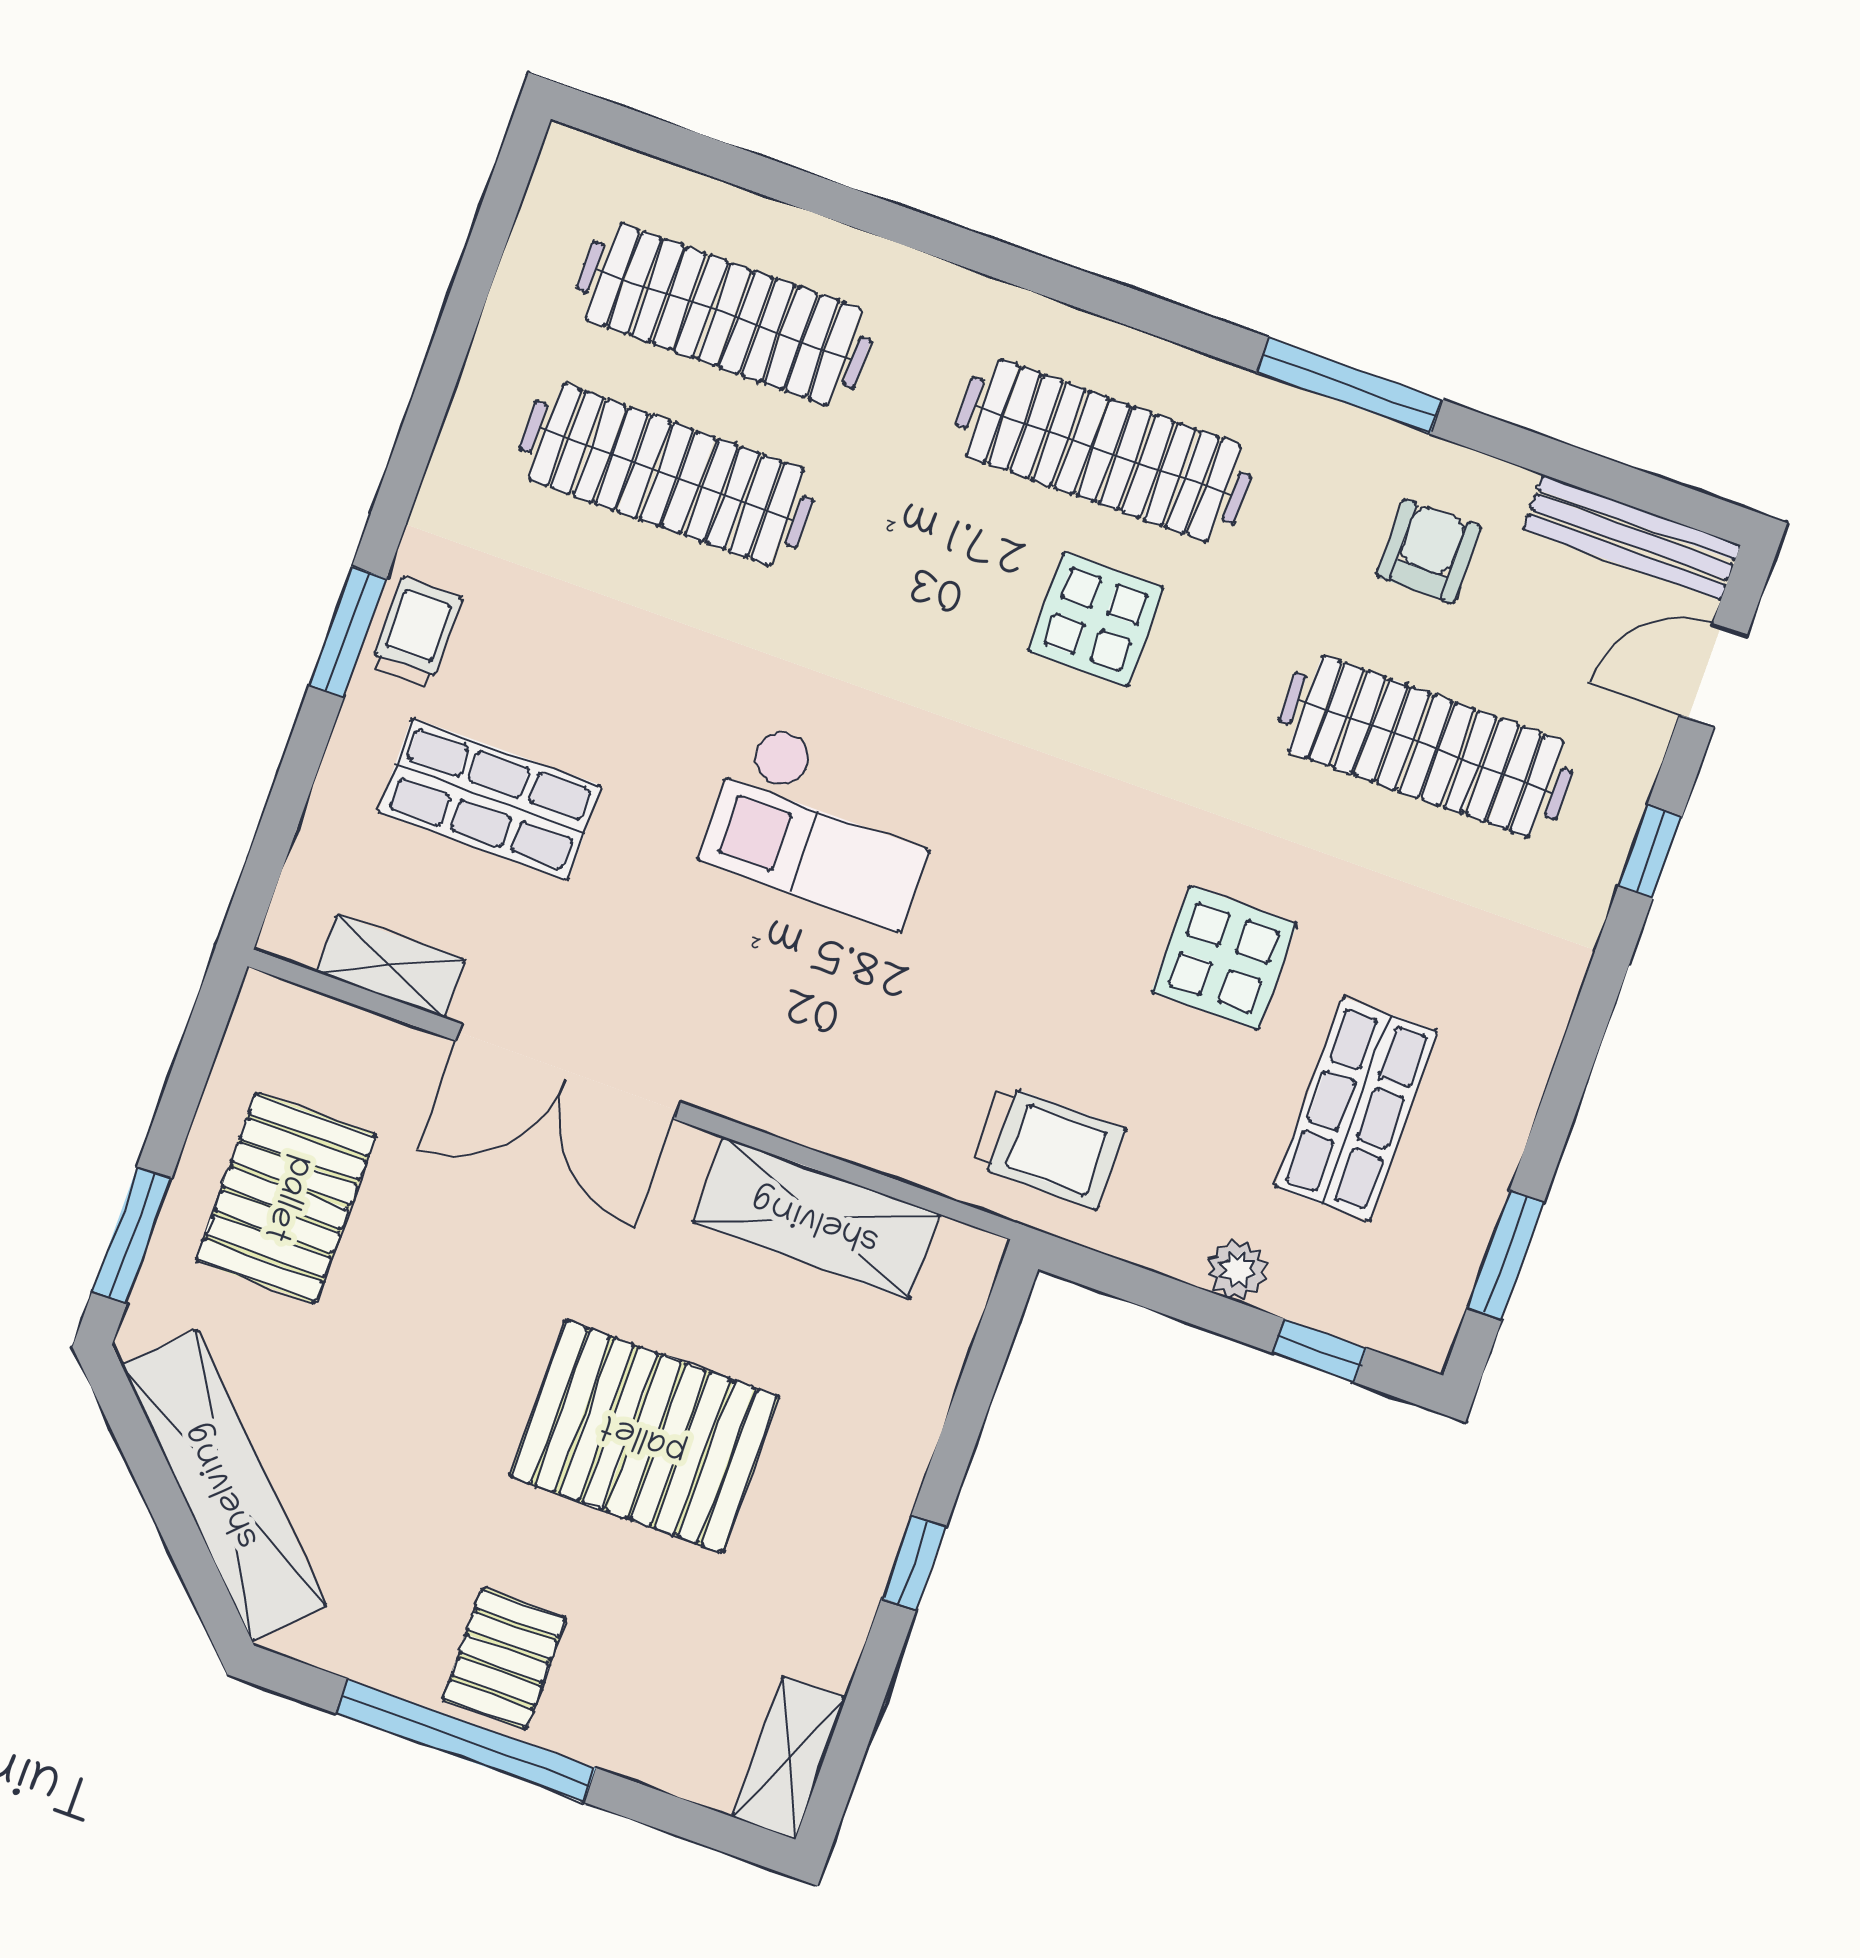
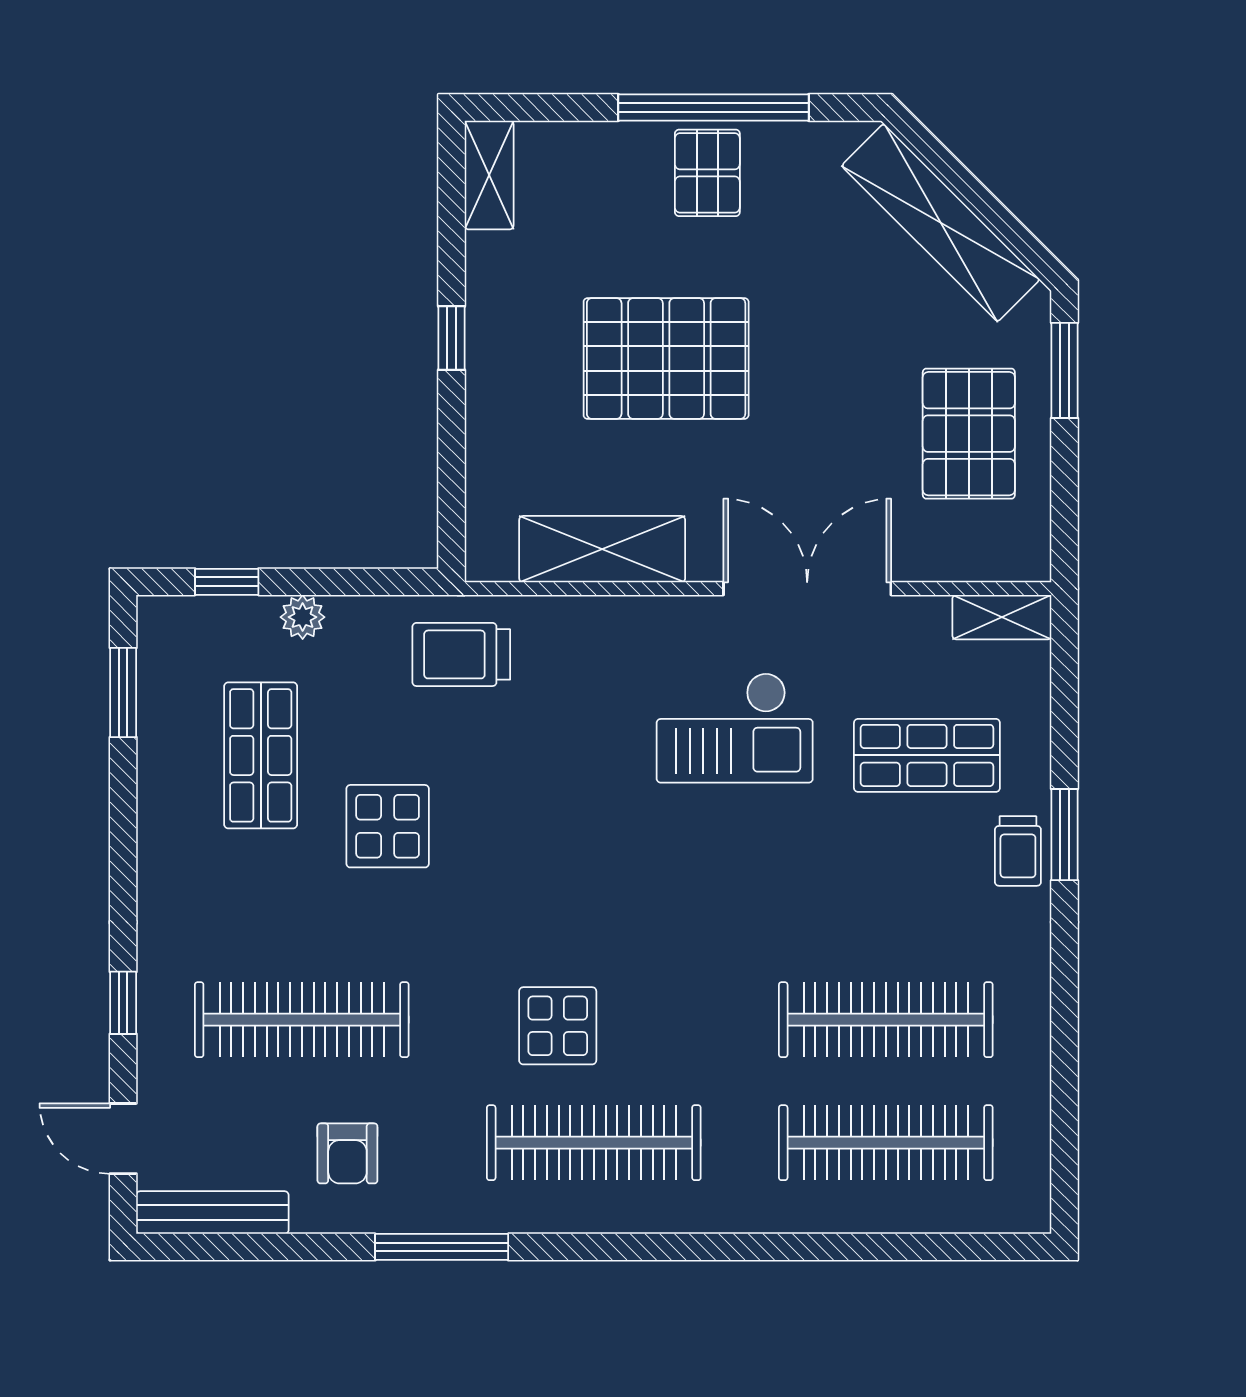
door: (1713, 675) -> (123, 1139), swing flipped
checkout: (824, 825) -> (735, 728), moved, turned 180
shelving: (391, 966) -> (1002, 617), moved

